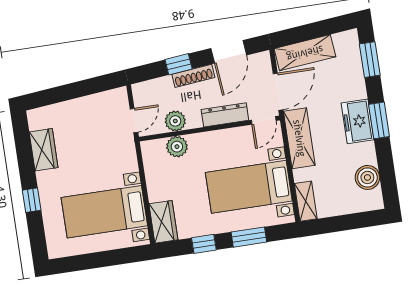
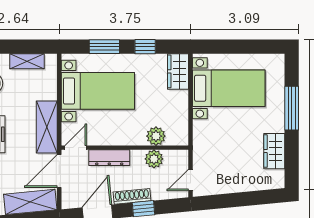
door: (134, 121) -> (190, 180), moved
window: (32, 200) -> (292, 108), width x2.17
shelving: (306, 201) -> (27, 61), moved, turned 90

